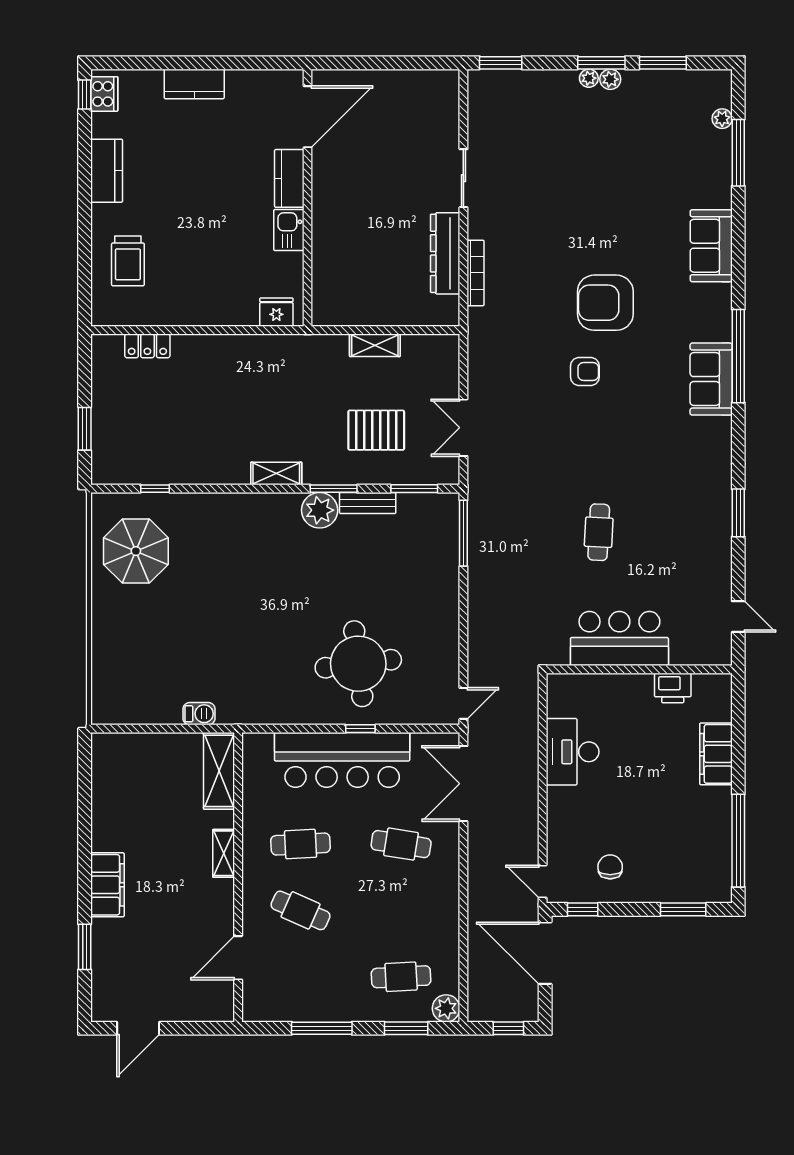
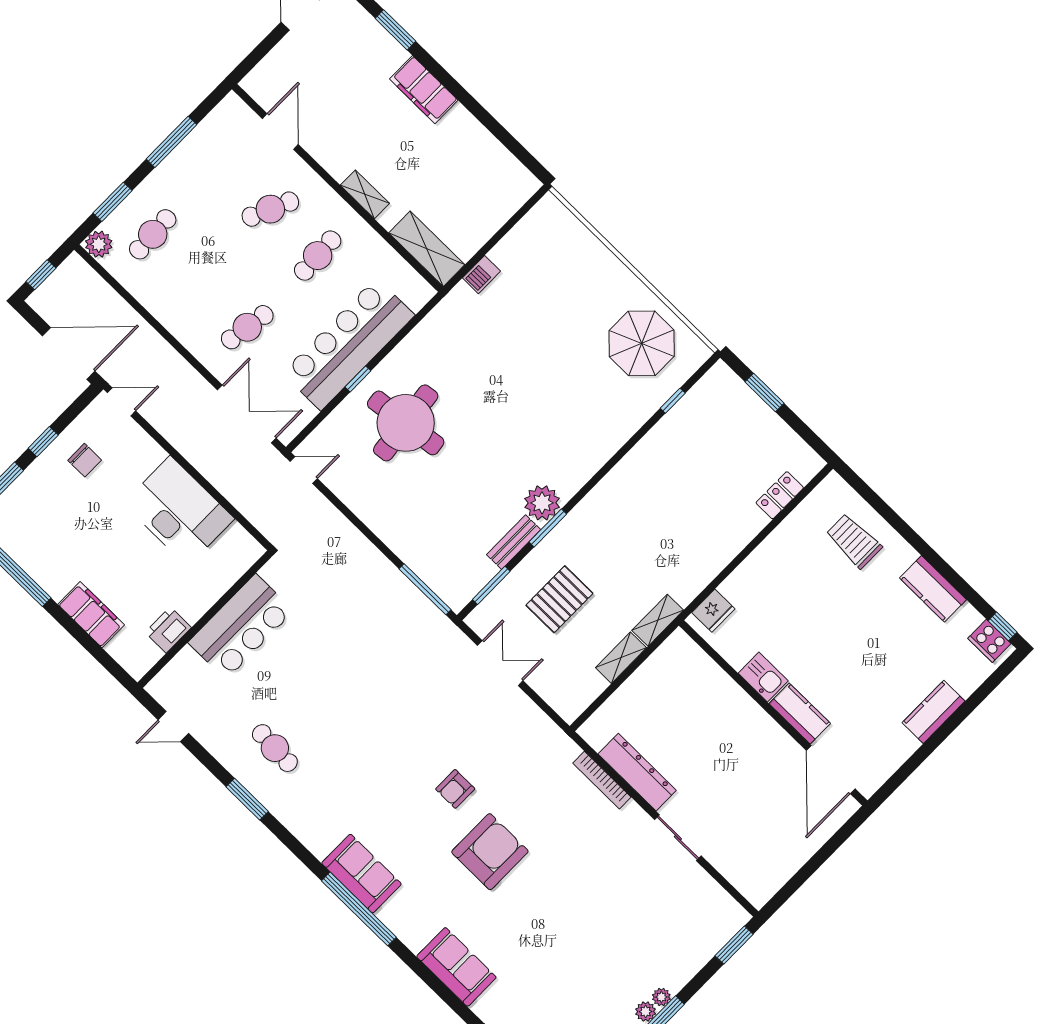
shelving: (276, 473) -> (658, 620), moved
cafe table: (599, 532) -> (275, 748), moved
door: (463, 703) -> (304, 470), swing flipped
desk: (573, 752) -> (179, 511), width x1.36, depth x1.30
window: (583, 909) -> (43, 442), moved

